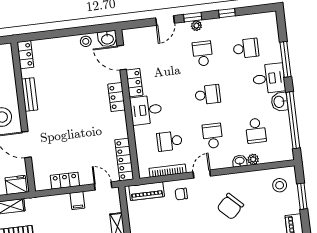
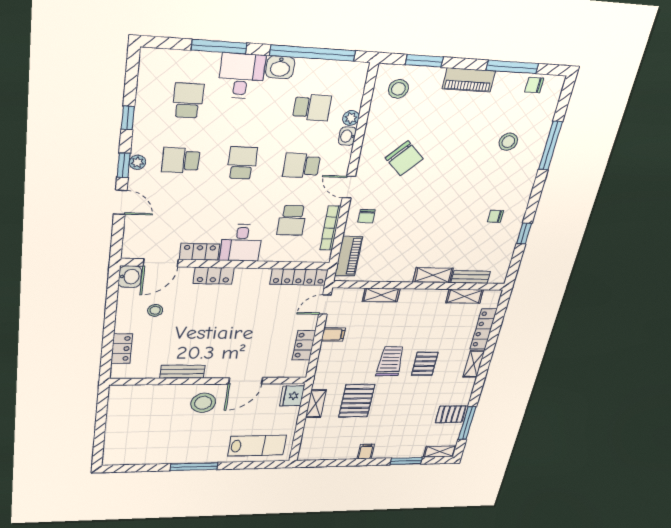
stool: (86, 41) -> (155, 310), moved
locker: (25, 55) -> (122, 349), moved, turned 90

